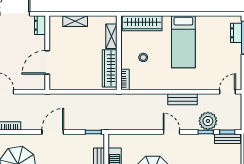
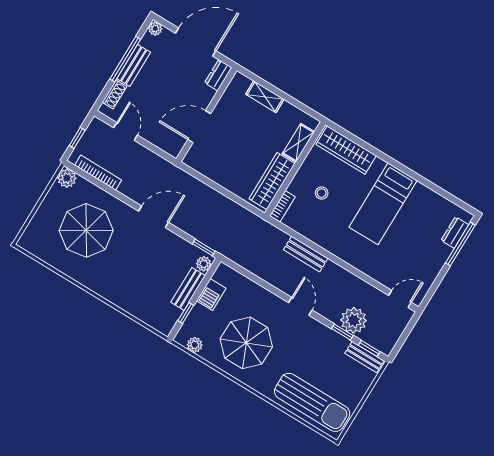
bench: (183, 99) -> (306, 254), moved
plant: (99, 142) -> (204, 264), added

